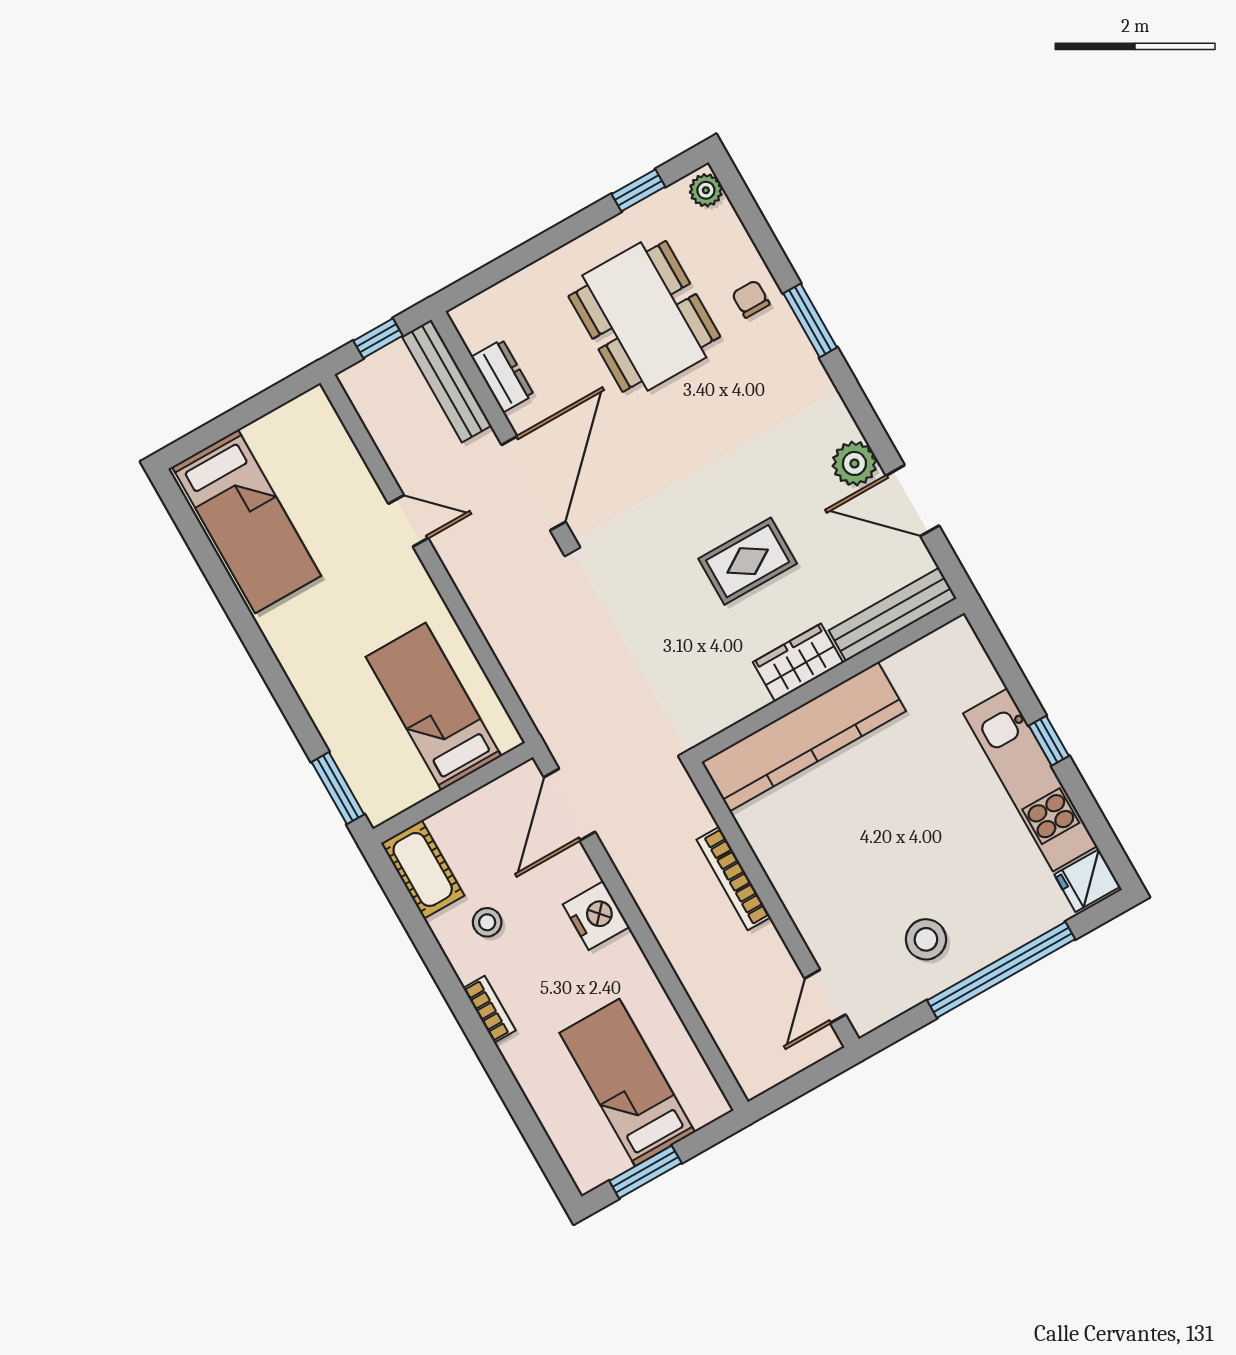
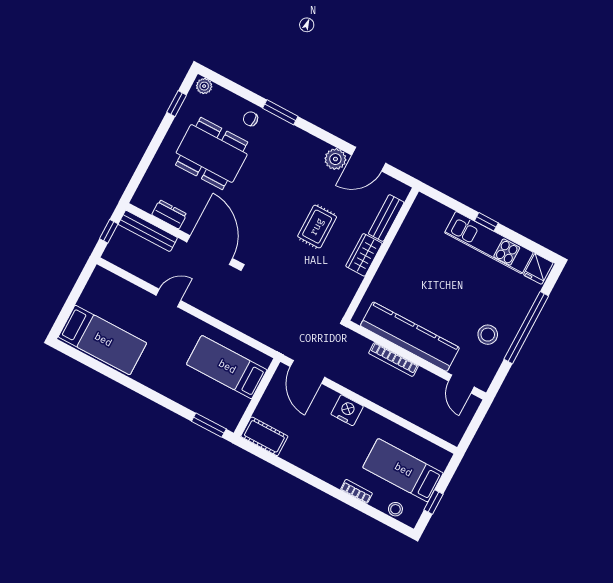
bench: (893, 615) -> (386, 218), width x0.73
kitchen counter: (804, 737) -> (410, 337), moved, turned -90
stool: (487, 922) -> (395, 509), moved
bookcase: (489, 1009) -> (356, 491), moved
window: (645, 1172) -> (433, 502), width x0.67

